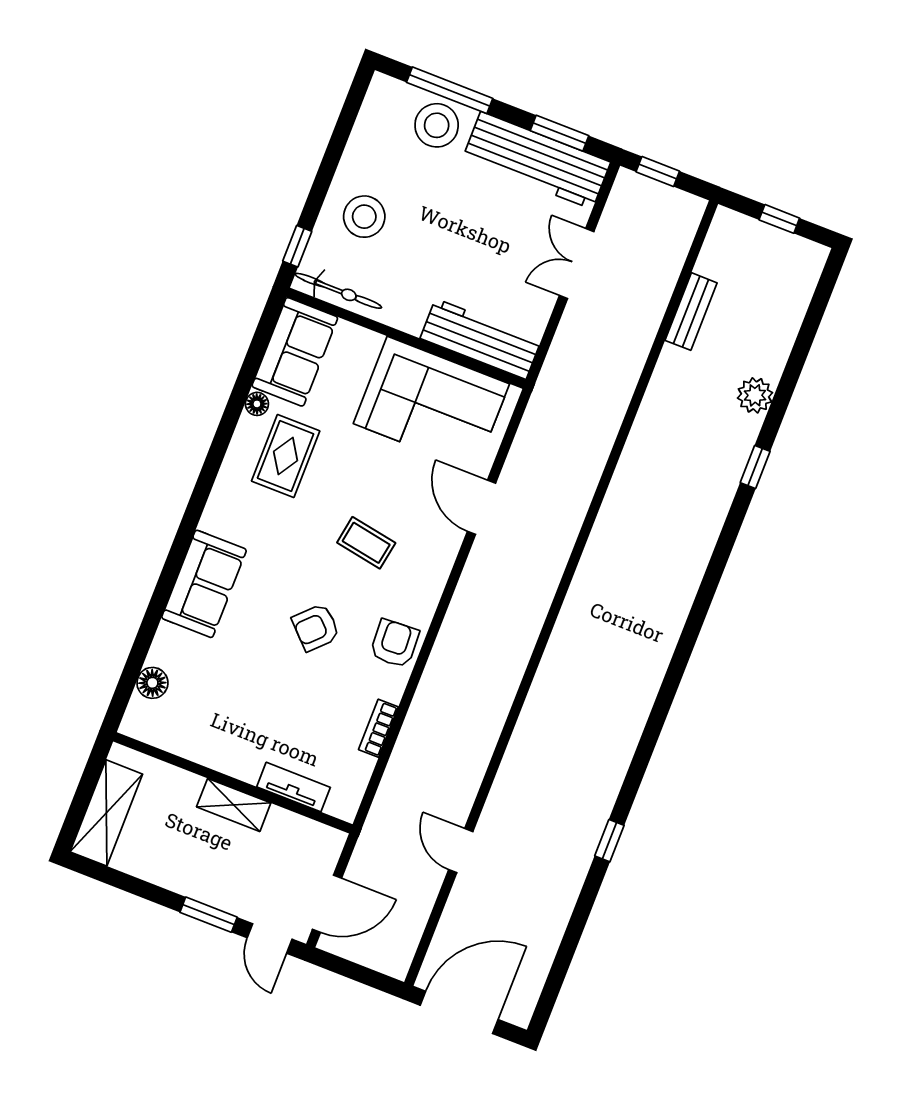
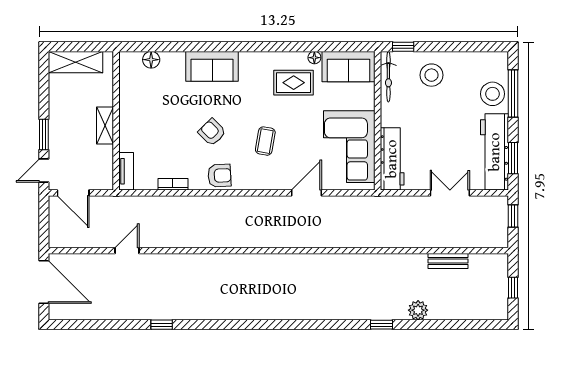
tv unit: (294, 787) -> (126, 171), moved

